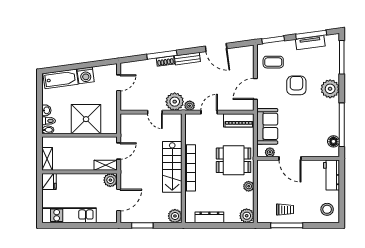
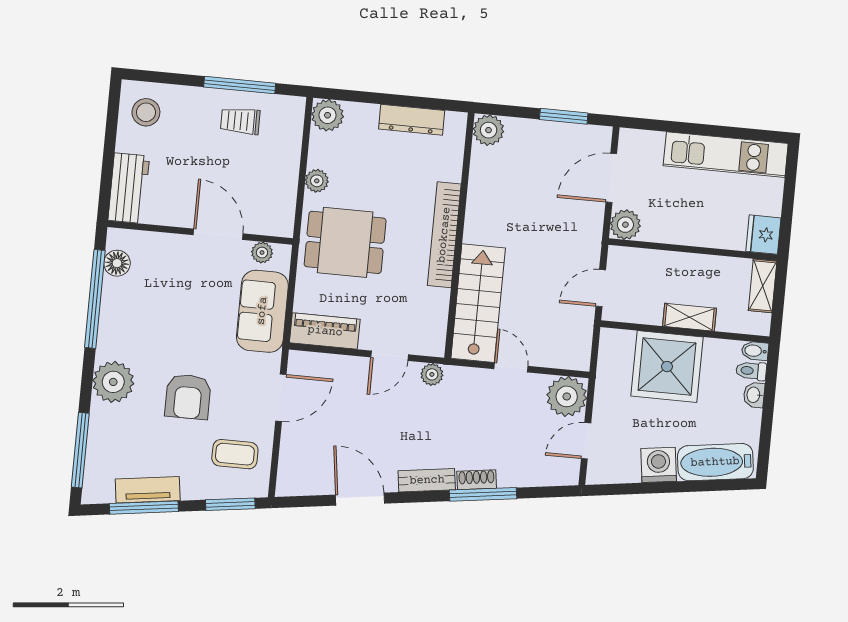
plant: (175, 102) -> (567, 396), moved
shelving: (106, 165) -> (689, 317), moved
stairs: (172, 167) -> (478, 303), moved

